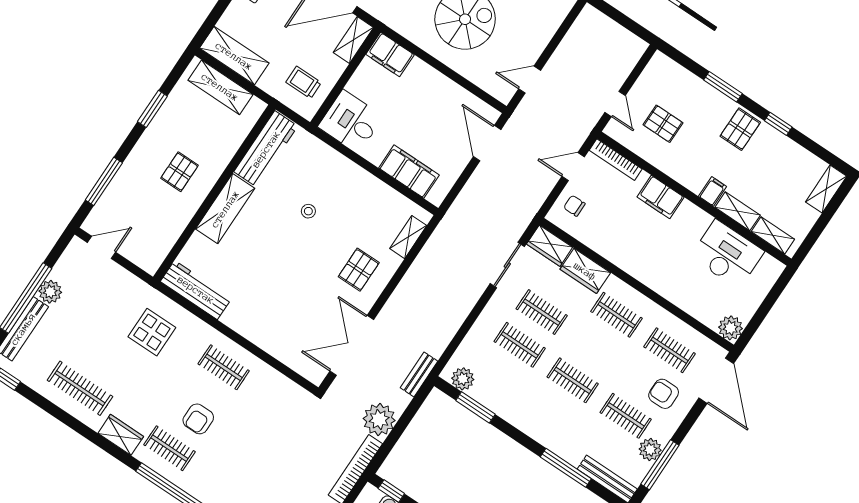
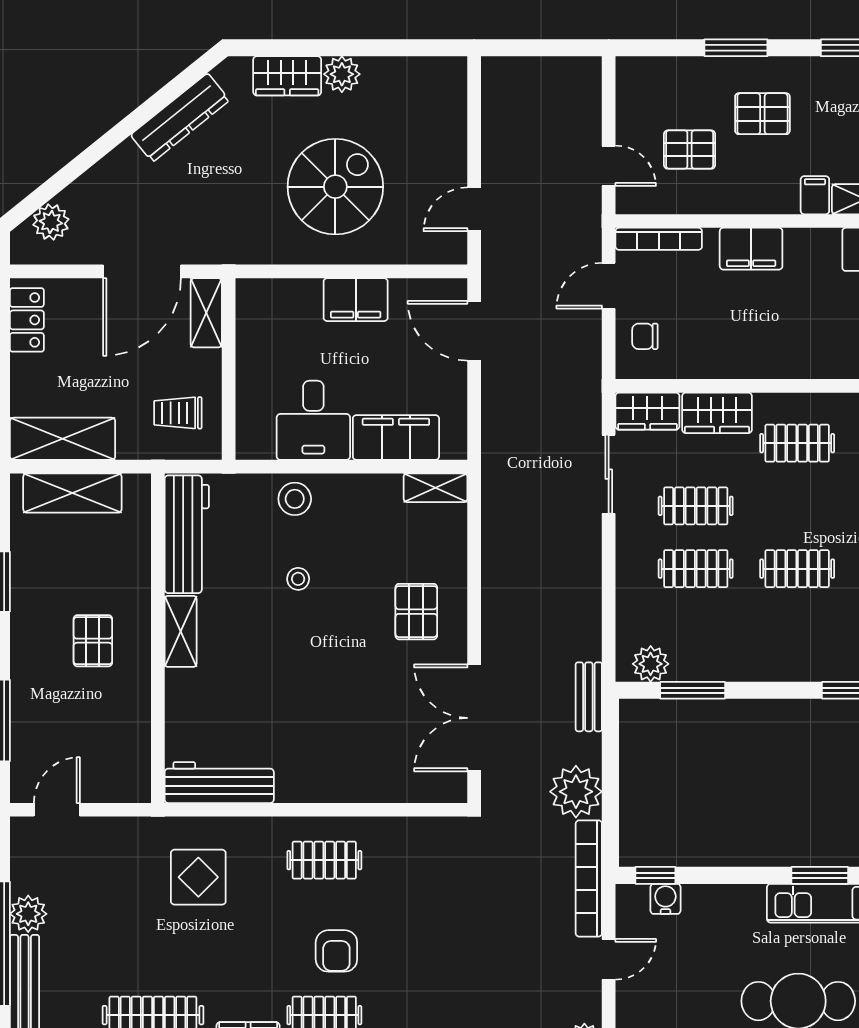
filing cabinet: (390, 54) -> (356, 300), moved
desk: (351, 122) -> (313, 420), moved, turned -90
pallet: (740, 129) -> (762, 114), moved, turned 90
stool: (335, 168) -> (295, 499), added
shelving: (225, 209) -> (181, 631), width x0.67, depth x0.75
shelving: (408, 237) -> (435, 488), moved, turned 90

